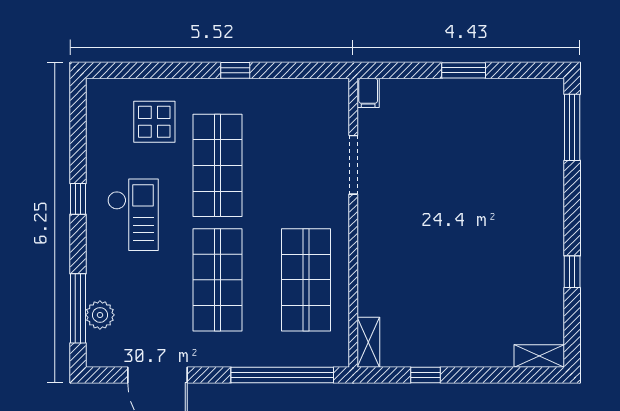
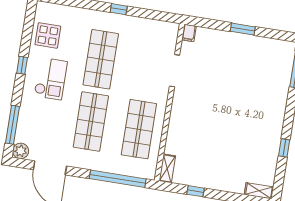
display table: (154, 122) -> (48, 35), moved
plant: (100, 315) -> (21, 151), moved

